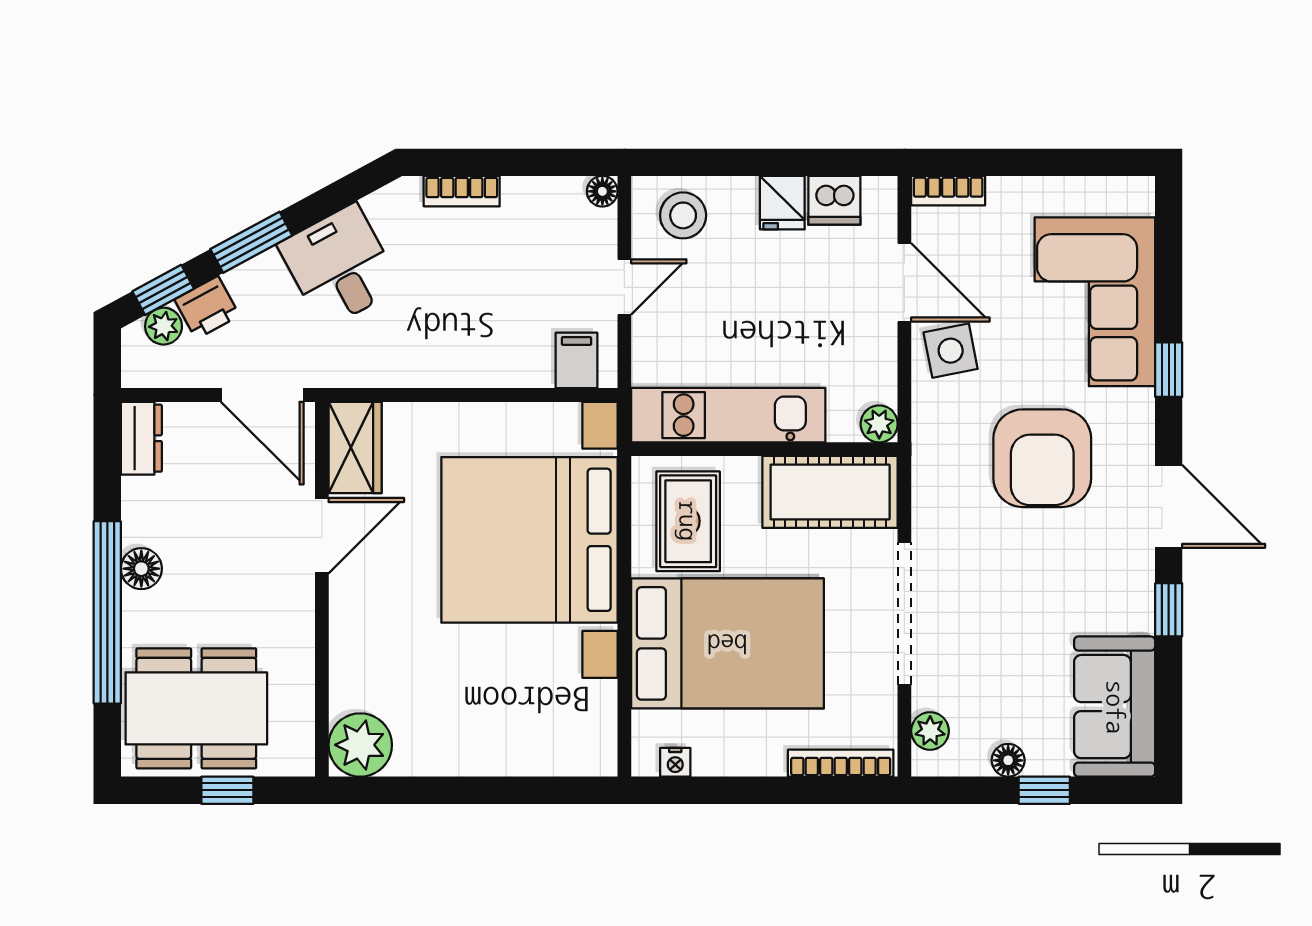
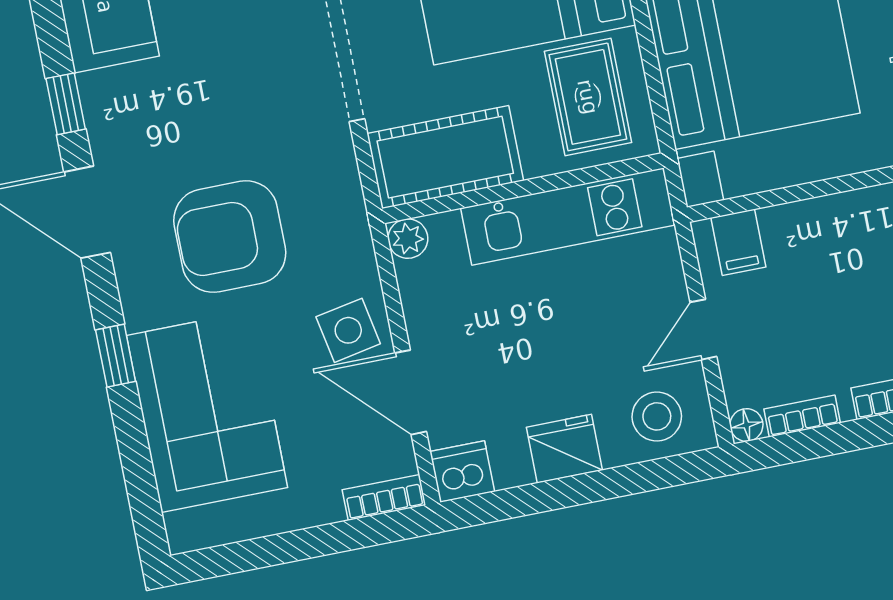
bookcase: (550, 189) -> (802, 416), added
dishwasher: (834, 200) -> (462, 471), moved
fridge: (782, 203) -> (564, 449), width x1.38
armchair: (1042, 458) -> (230, 237), turned -90

